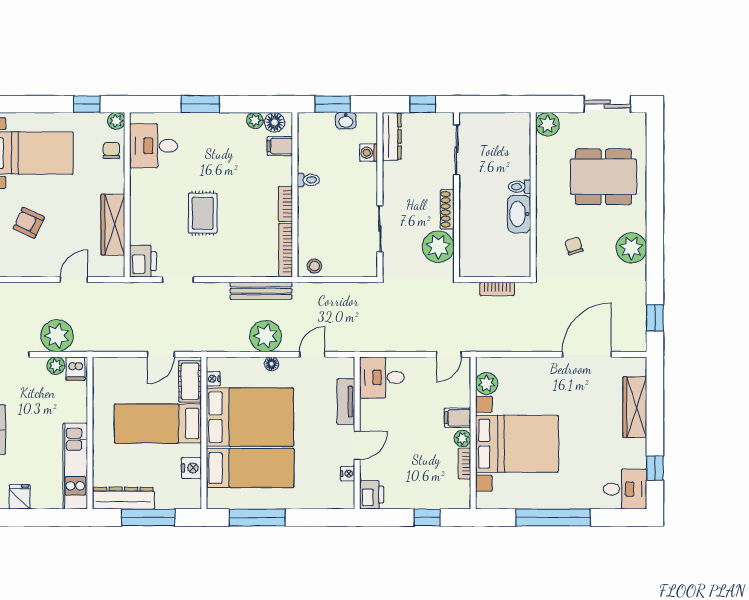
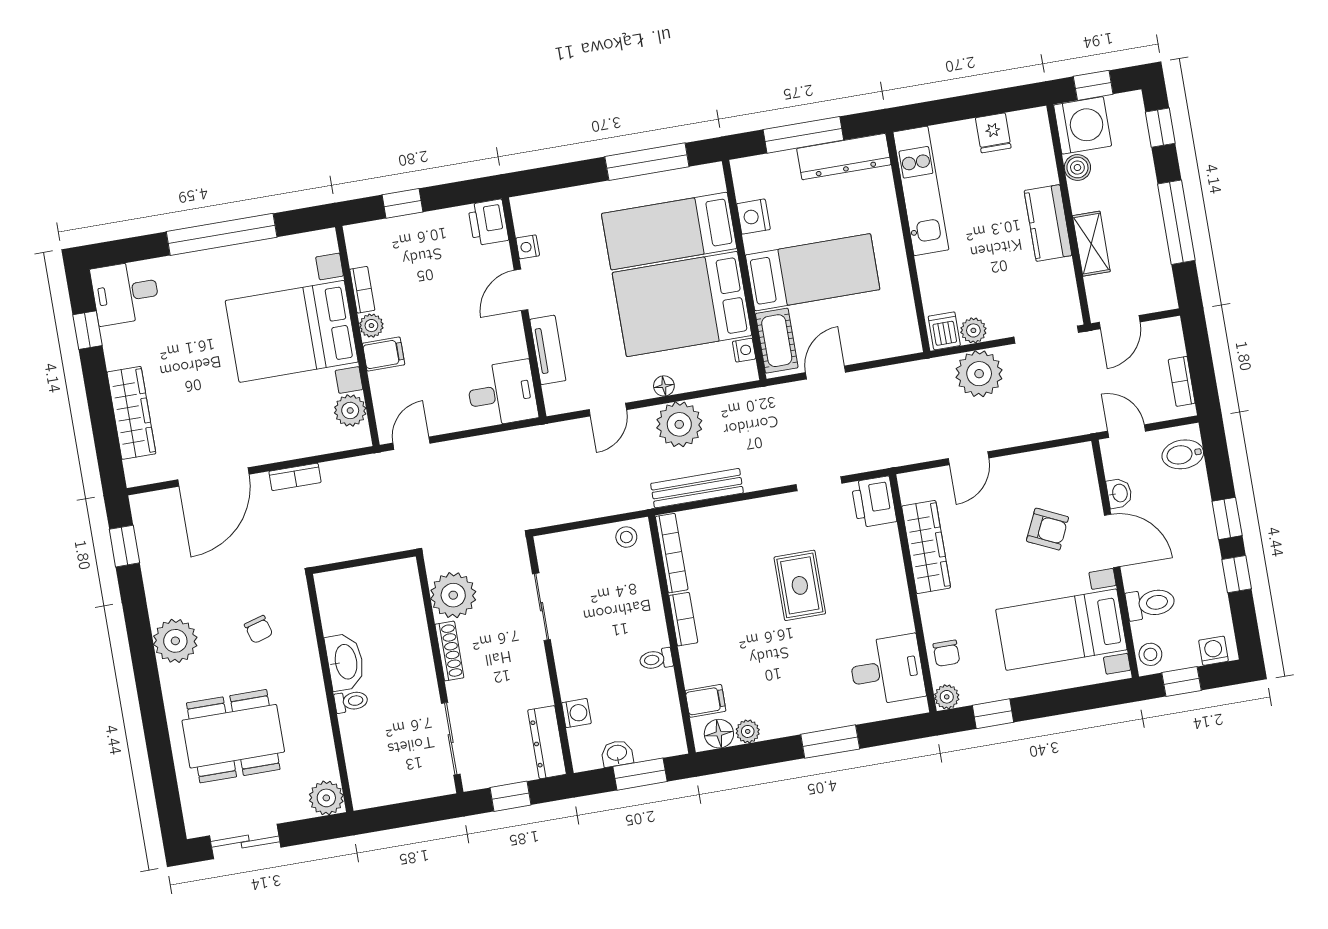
bookcase: (497, 289) -> (295, 477), moved, turned 180

